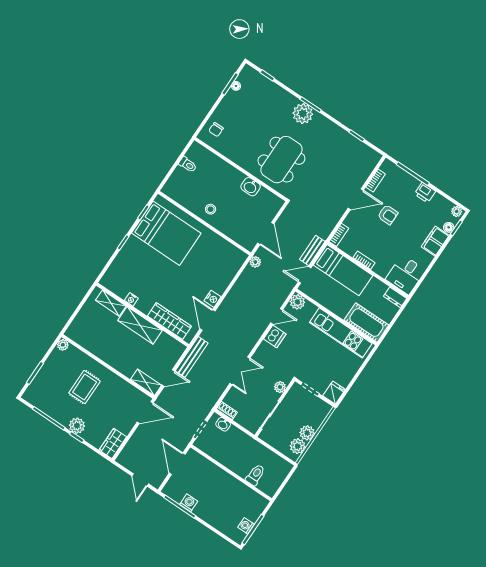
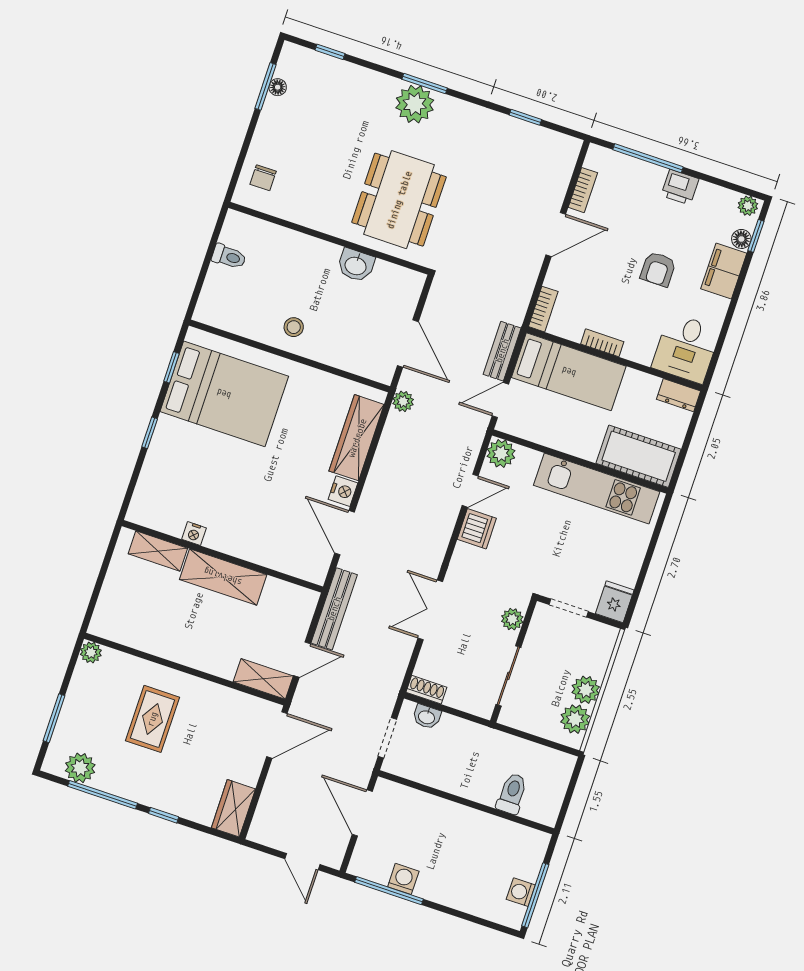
armchair: (388, 215) -> (658, 269), moved, turned 90
wardrobe: (169, 321) -> (357, 438), moved, turned -90
double door: (240, 371) -> (430, 610), swing flipped
plant: (77, 426) -> (80, 768), moved

